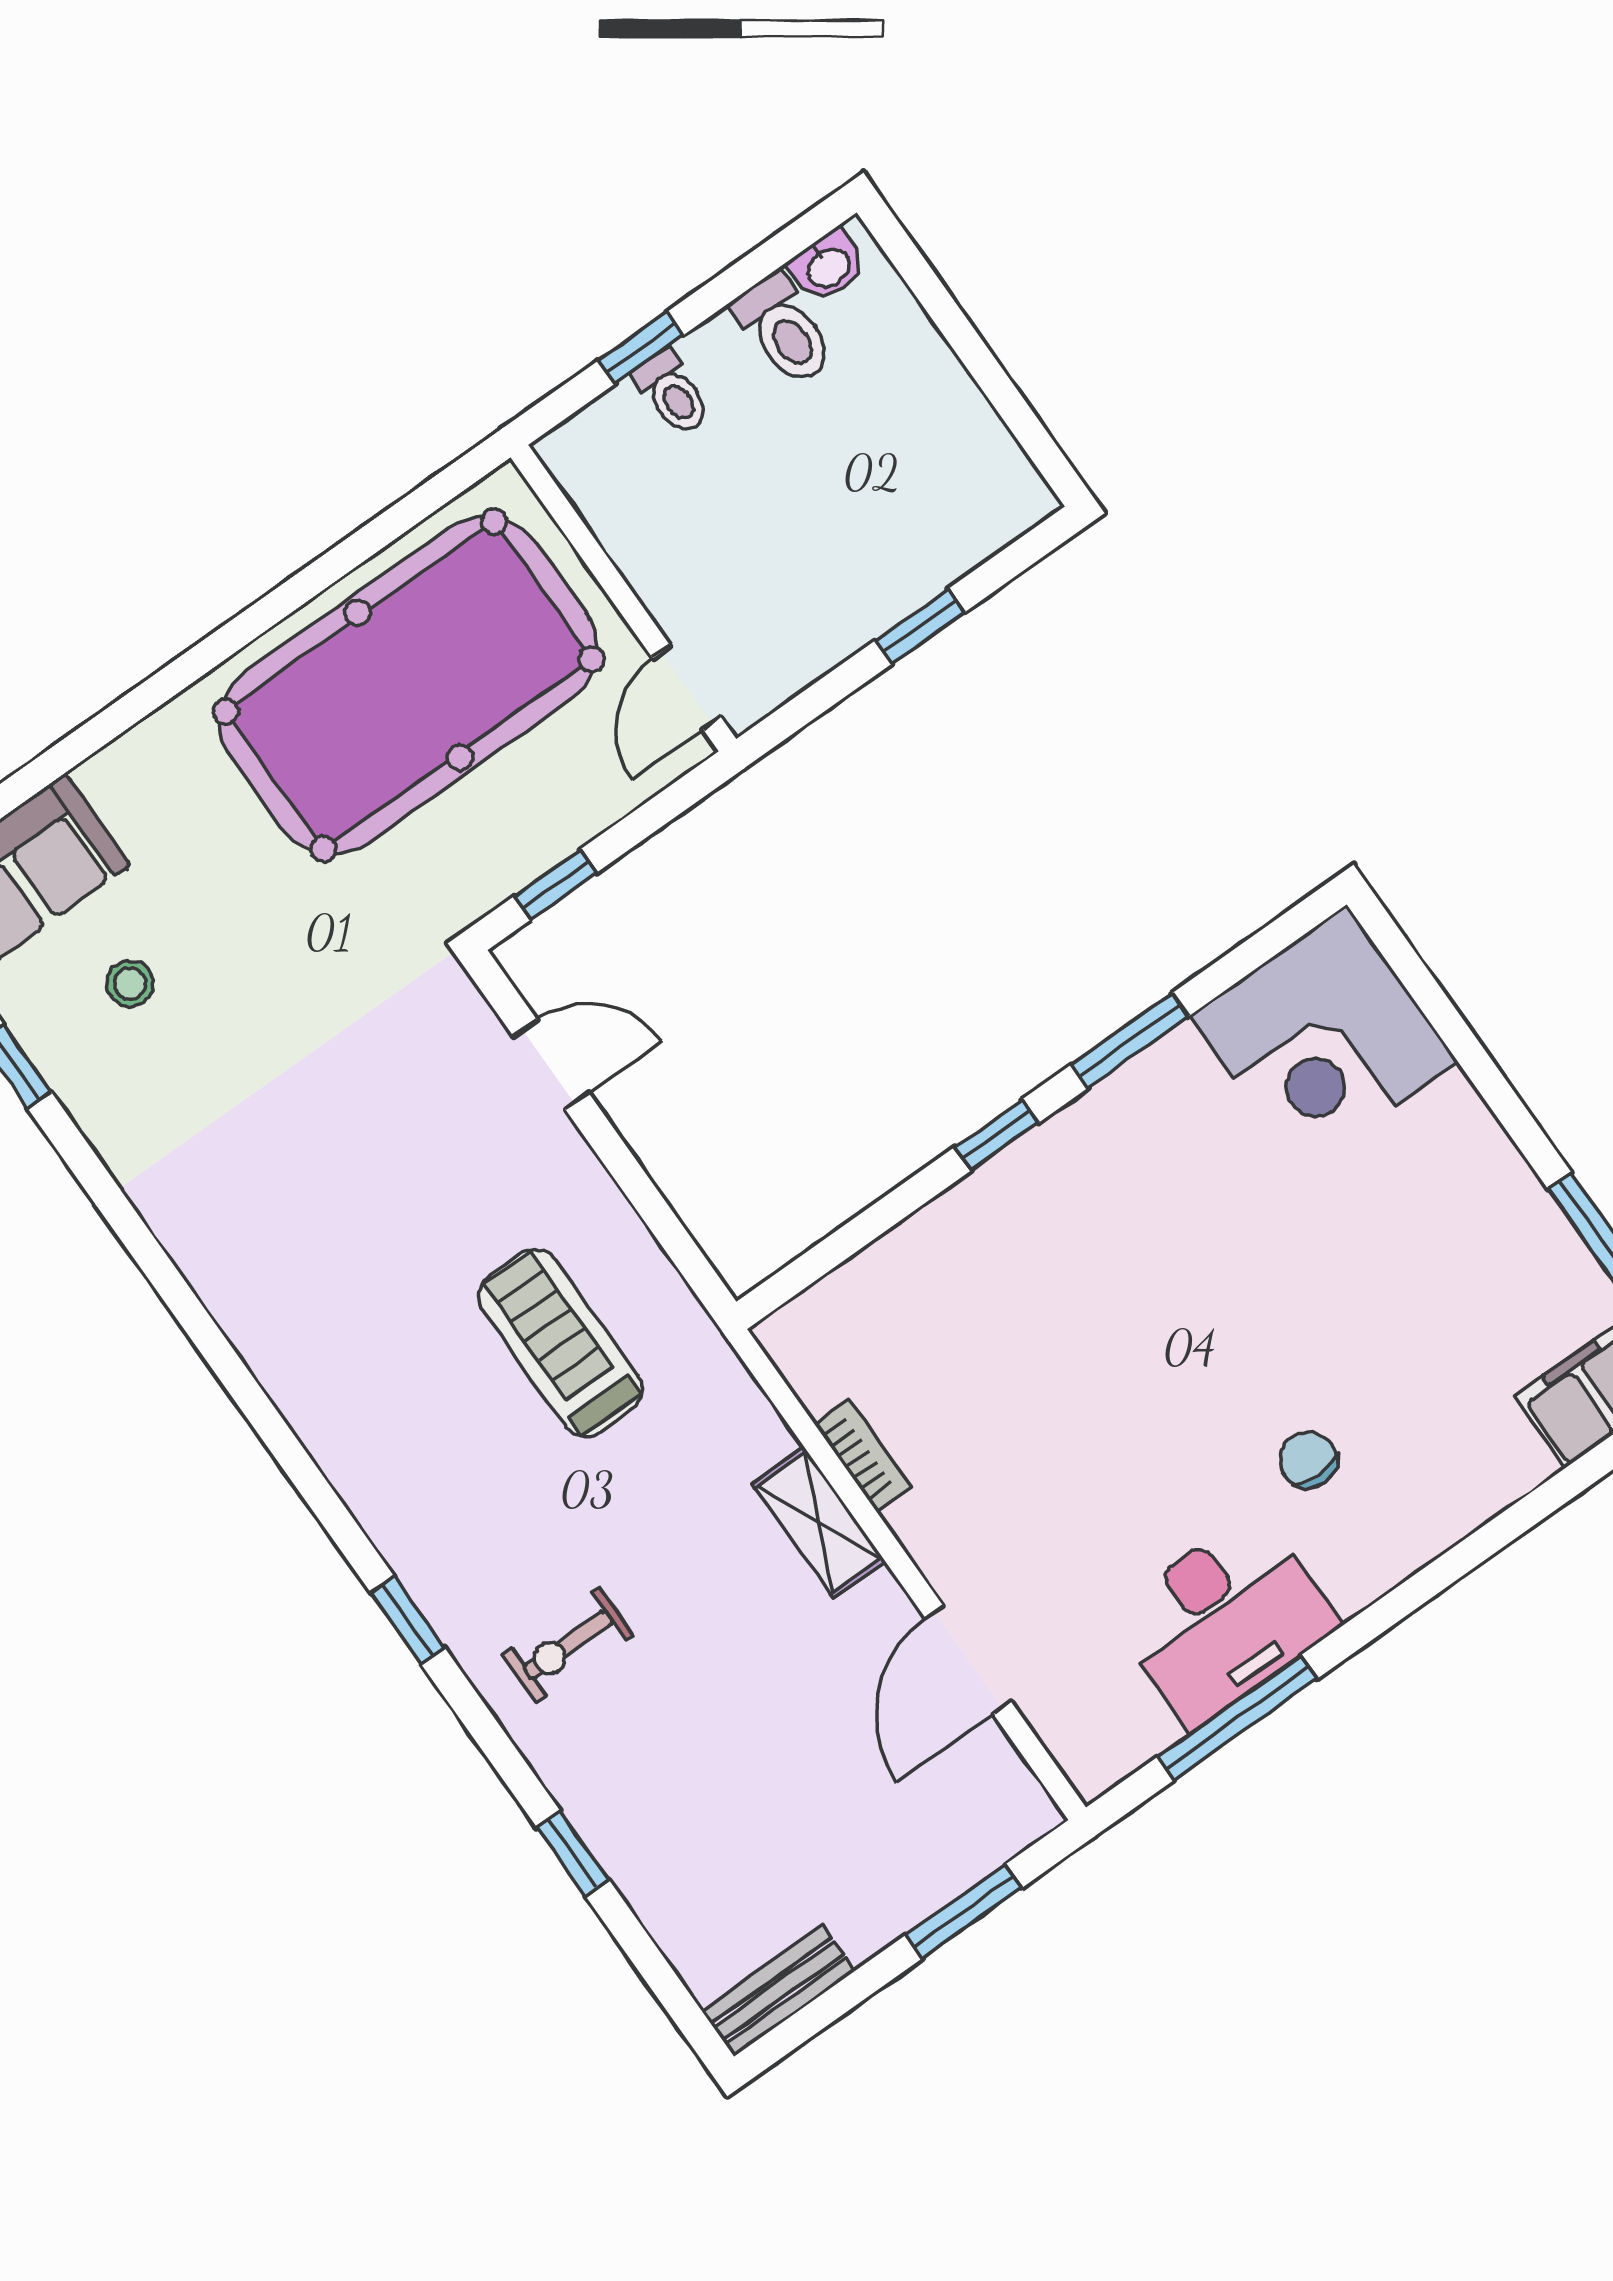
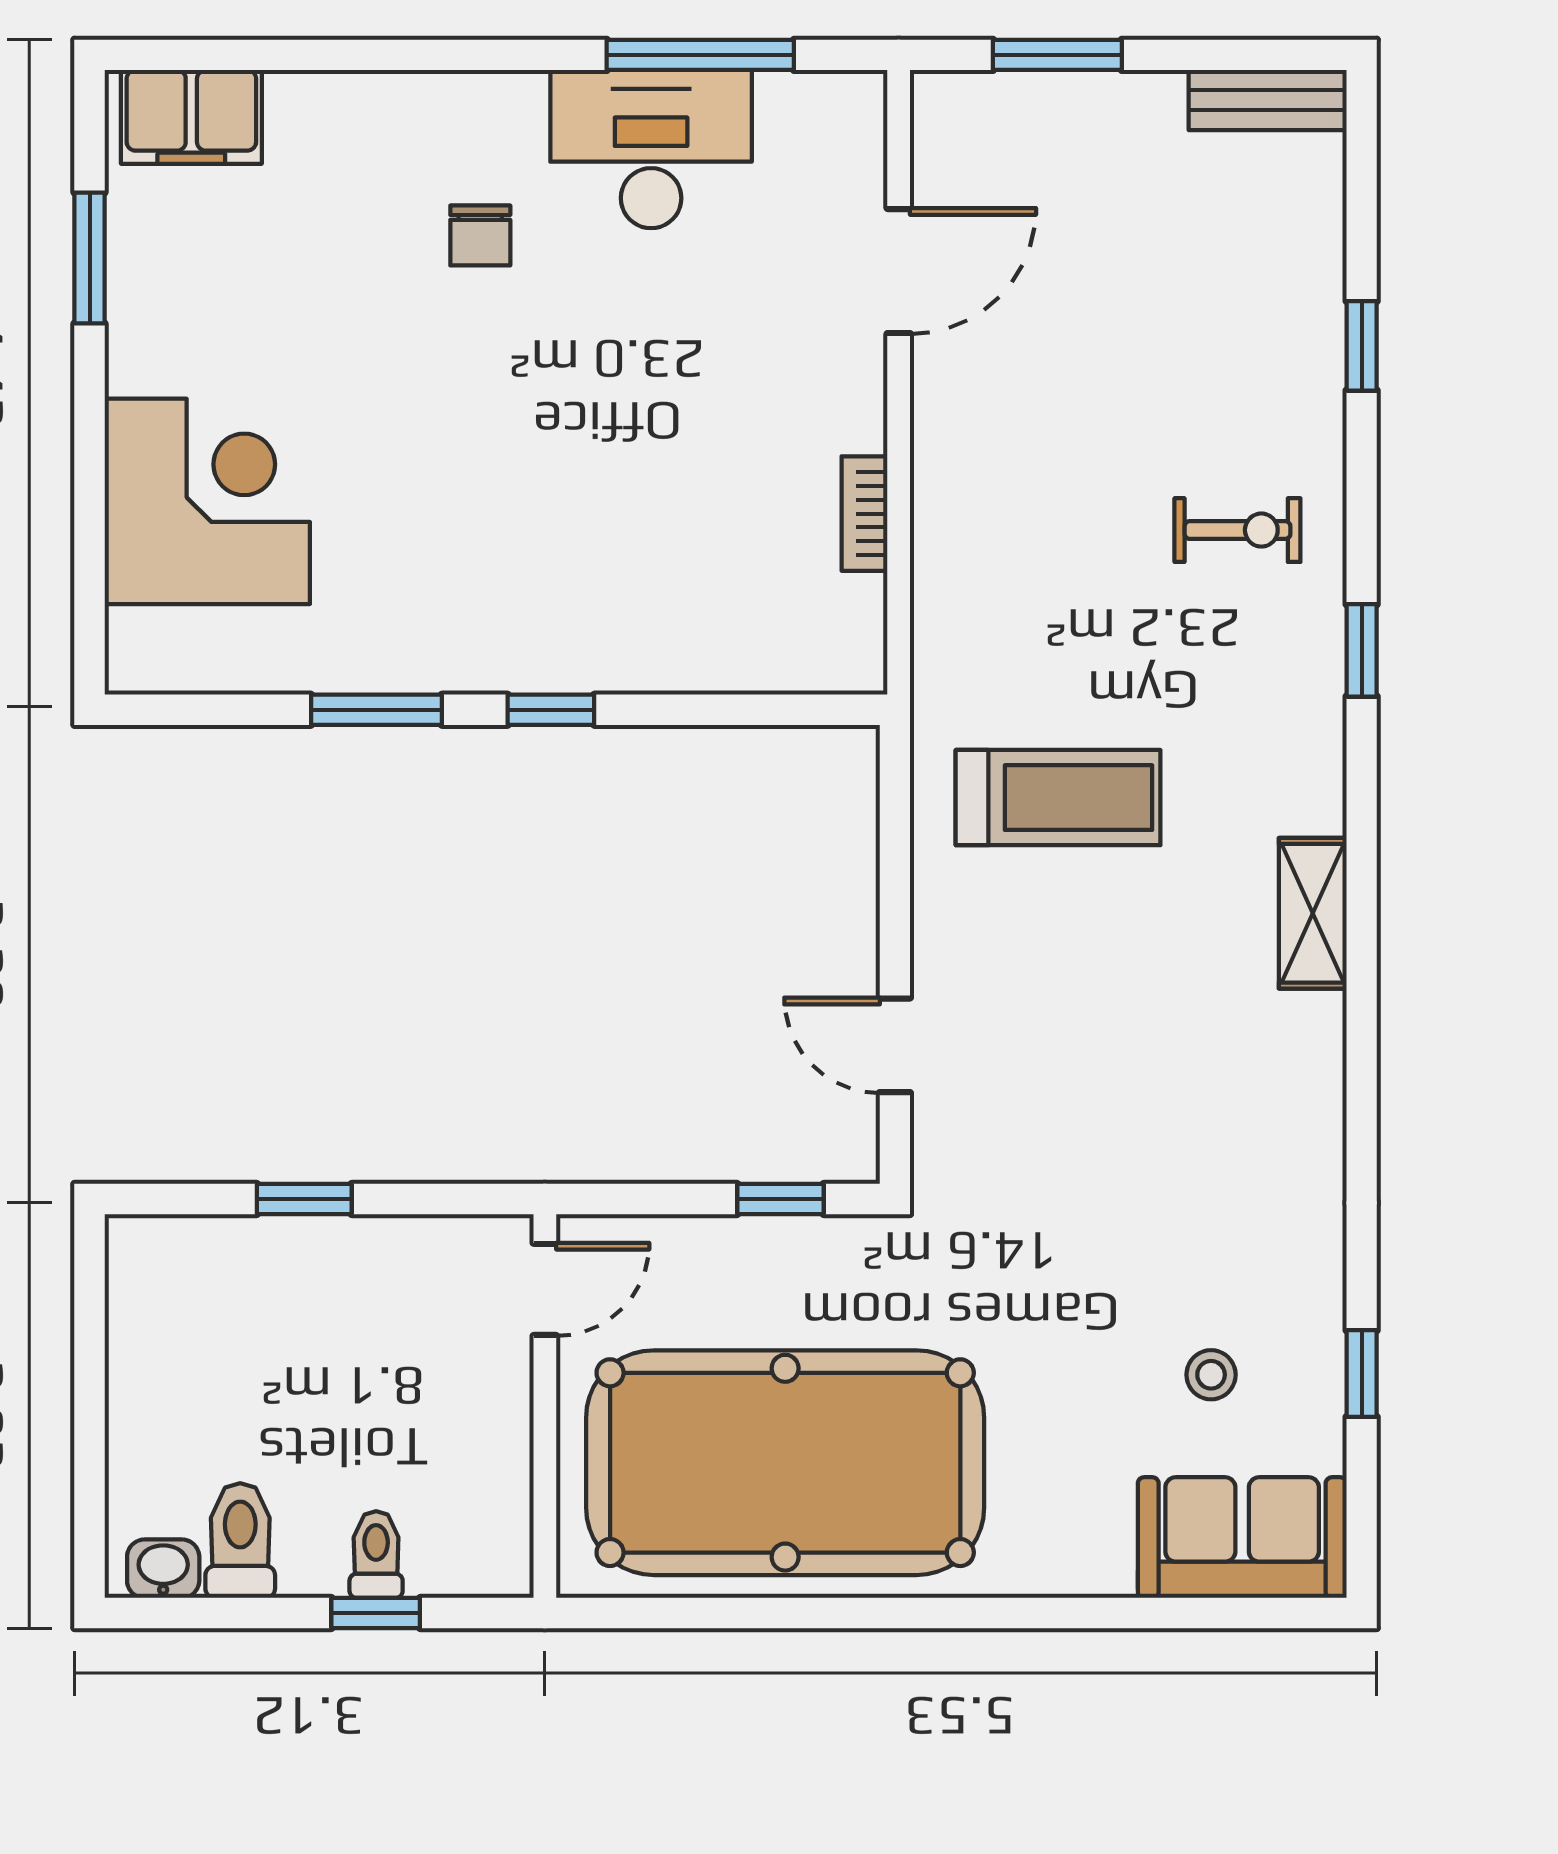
corner desk: (1324, 1039) -> (207, 501), moved
treadmill: (560, 1343) -> (1058, 798), turned -90
shelving: (819, 1522) -> (1313, 913), moved

